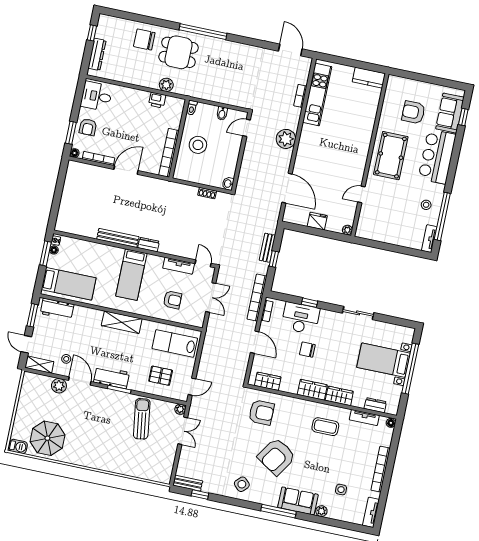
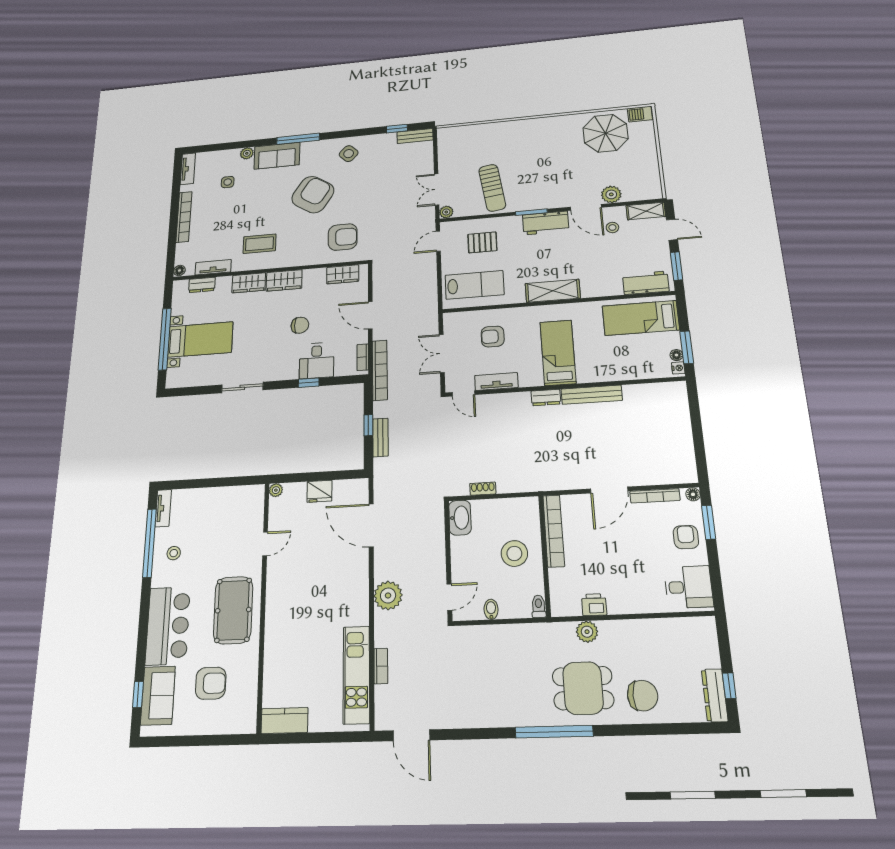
dresser: (97, 54) -> (715, 695), moved
washbasin: (228, 184) -> (460, 518), width x1.91, depth x1.45
desk: (301, 318) -> (317, 361), width x0.73
armchair: (261, 412) -> (343, 237), turned 180

